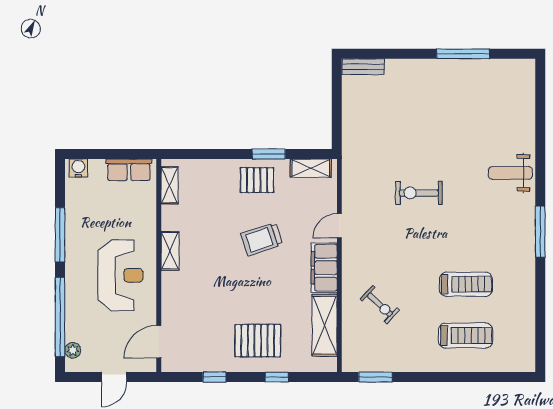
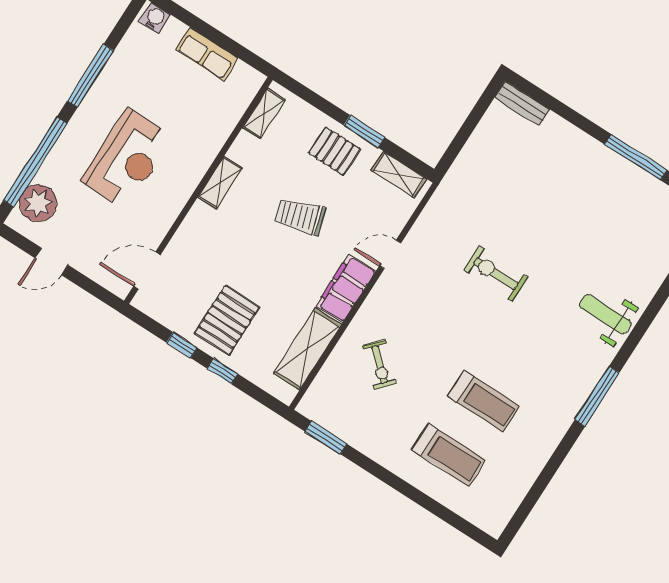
shelving: (170, 185) -> (264, 113), moved
shelving: (170, 251) -> (220, 183), moved
wall: (159, 265) -> (198, 190), moved
pallet: (258, 341) -> (227, 320), turned 90
door: (159, 342) -> (147, 271), moved
plant: (73, 350) -> (38, 203), width x1.88, depth x1.88
window: (214, 377) -> (182, 345), moved

